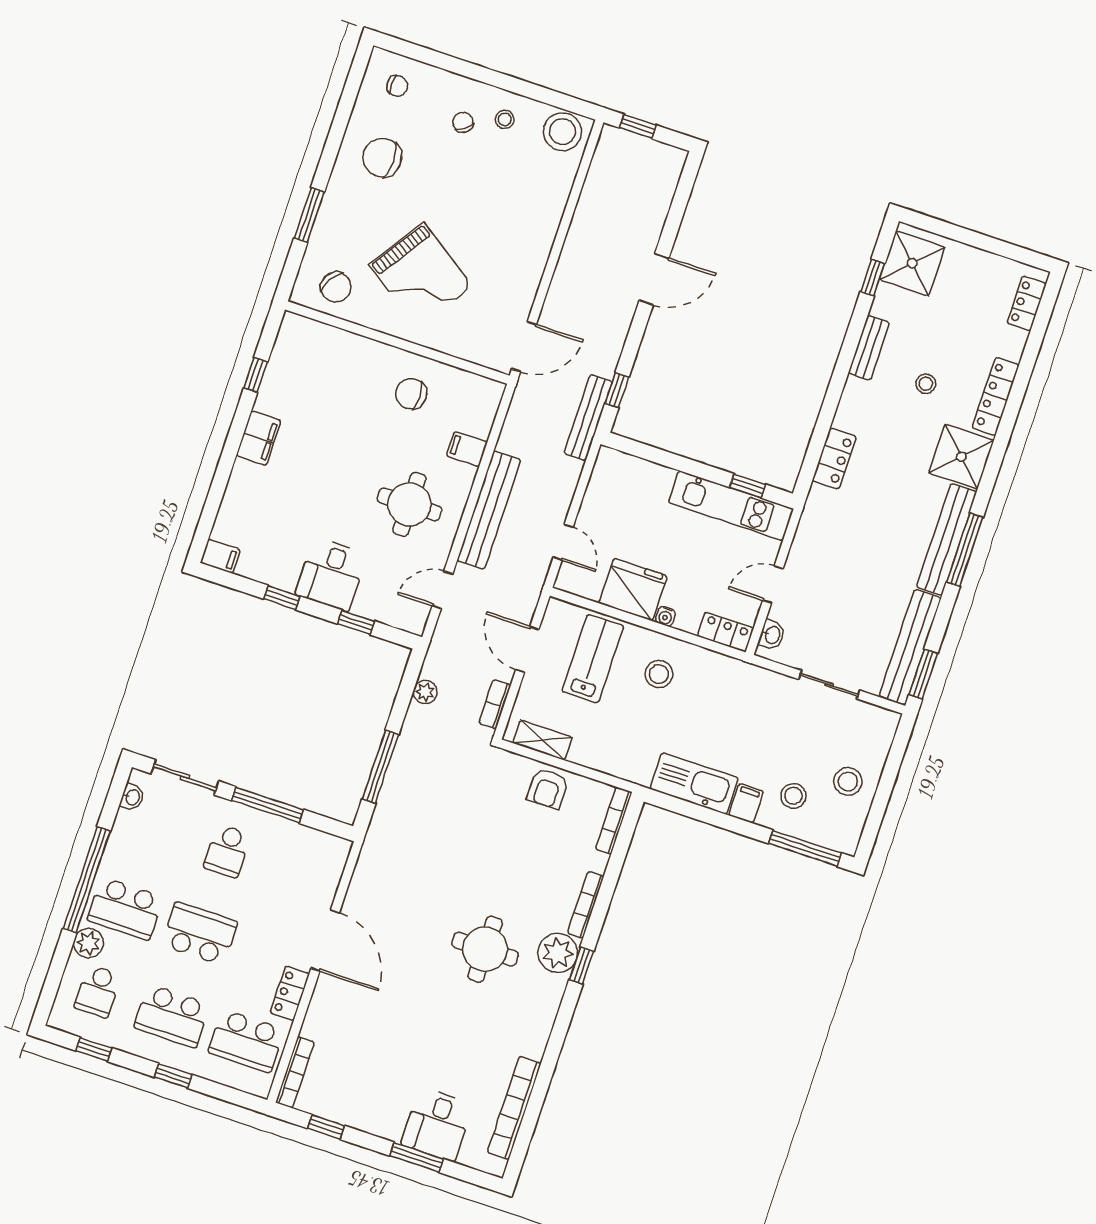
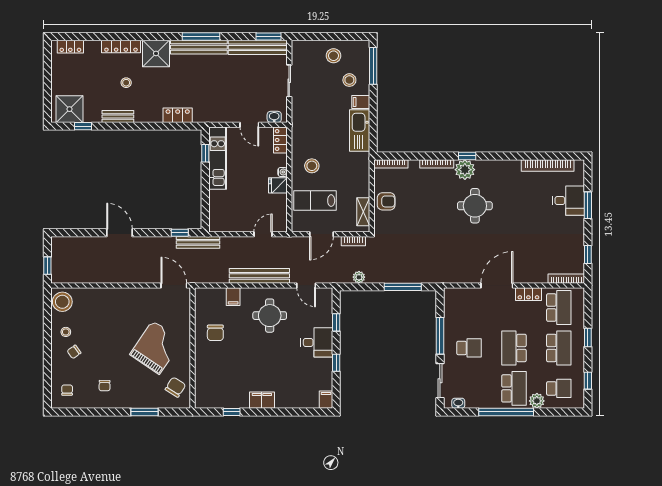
chair: (382, 158) -> (105, 386), width x0.54, depth x0.54
fridge: (633, 589) -> (278, 185), width x0.53, depth x0.75

